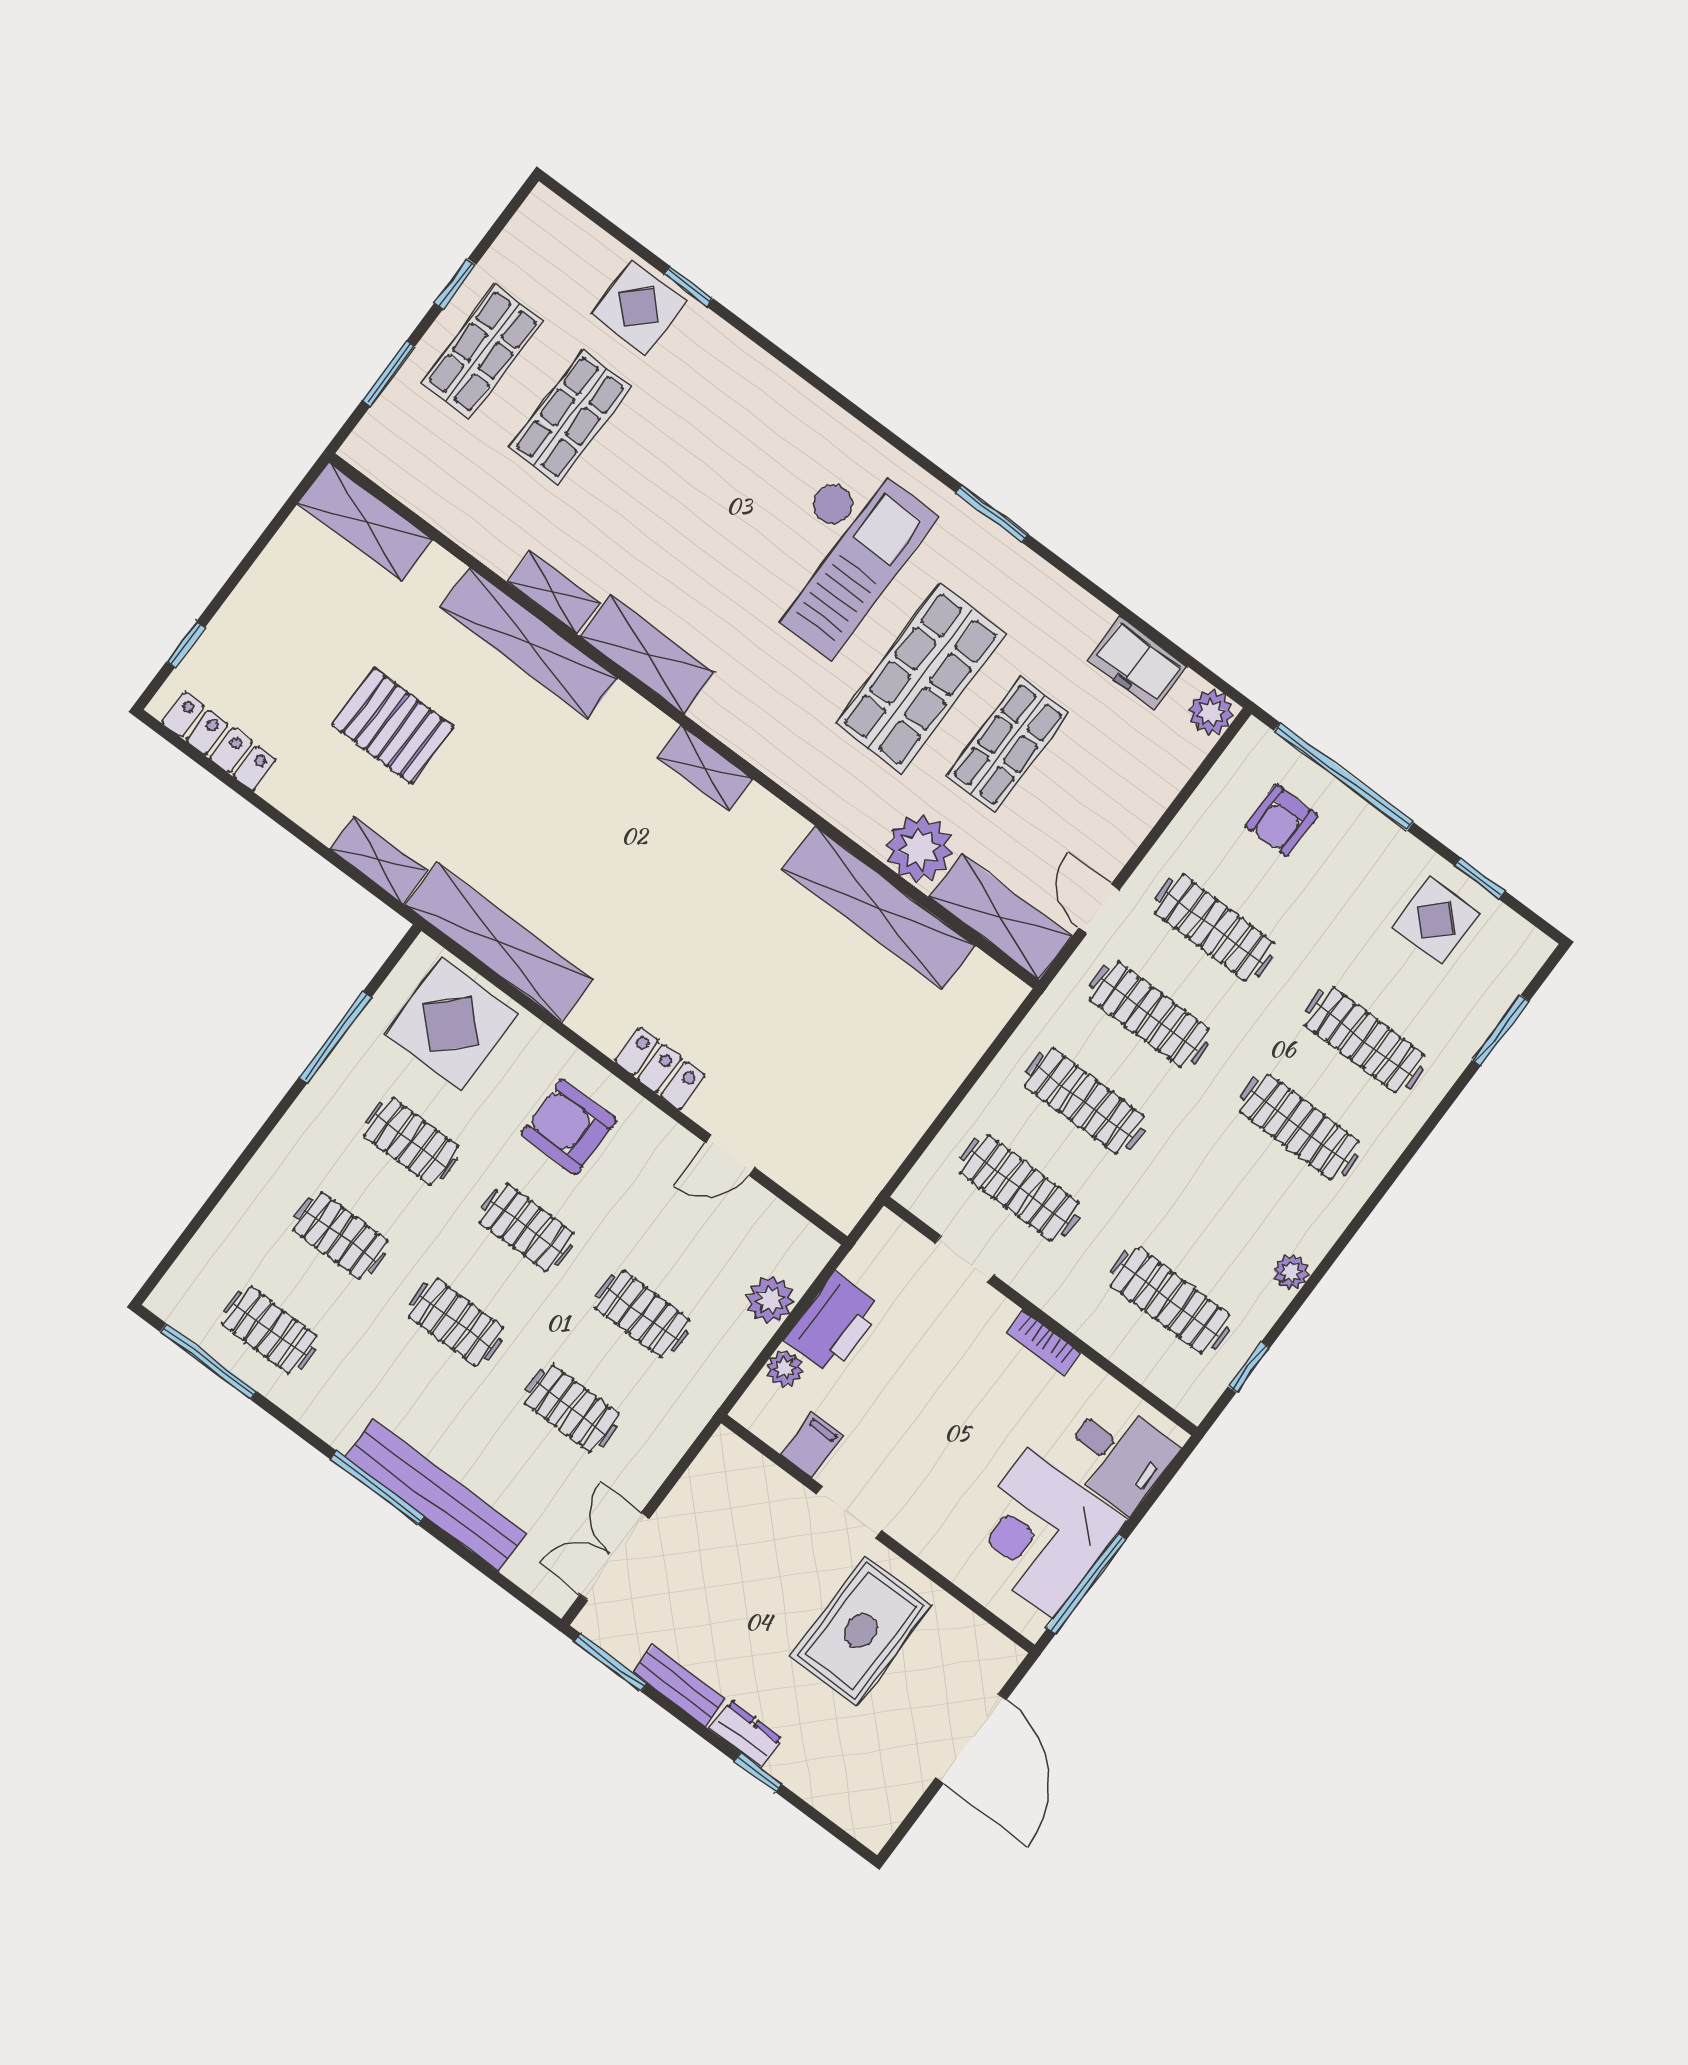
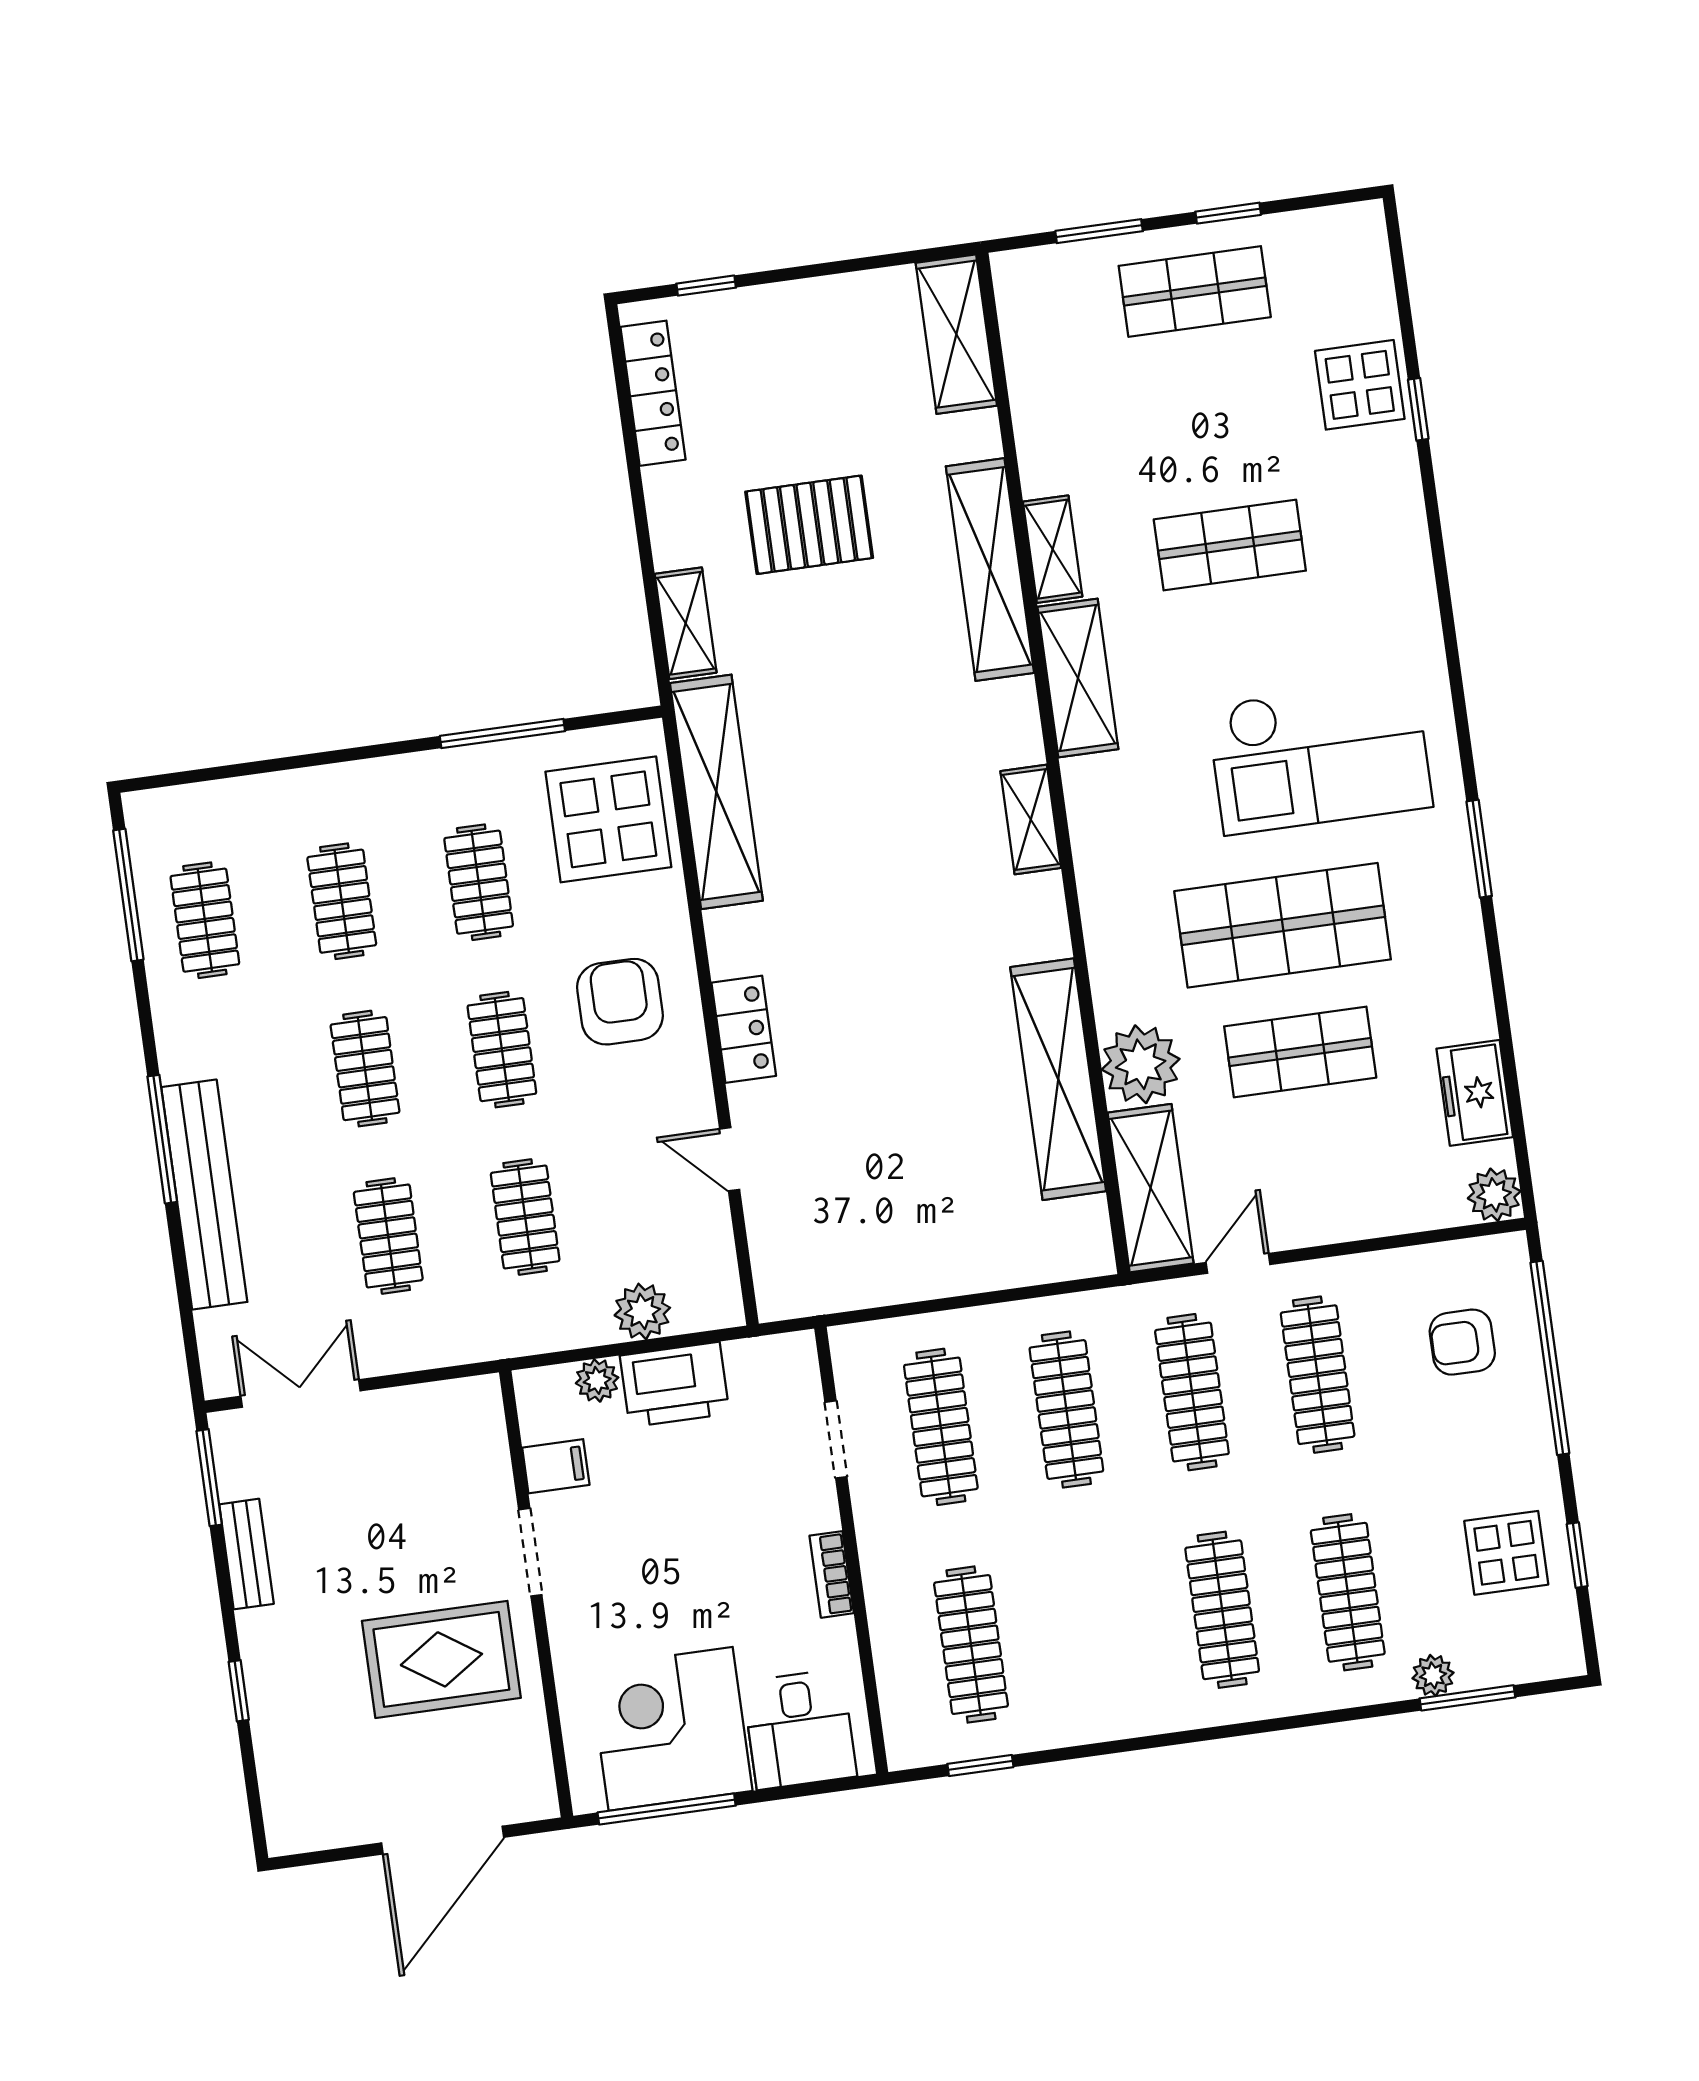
shop shelf: (570, 417) -> (1230, 545), moved
pallet: (393, 726) -> (809, 525), turned 90
plant: (1291, 1272) -> (1433, 1675), moved
dresser: (746, 1734) -> (261, 1648), removed

